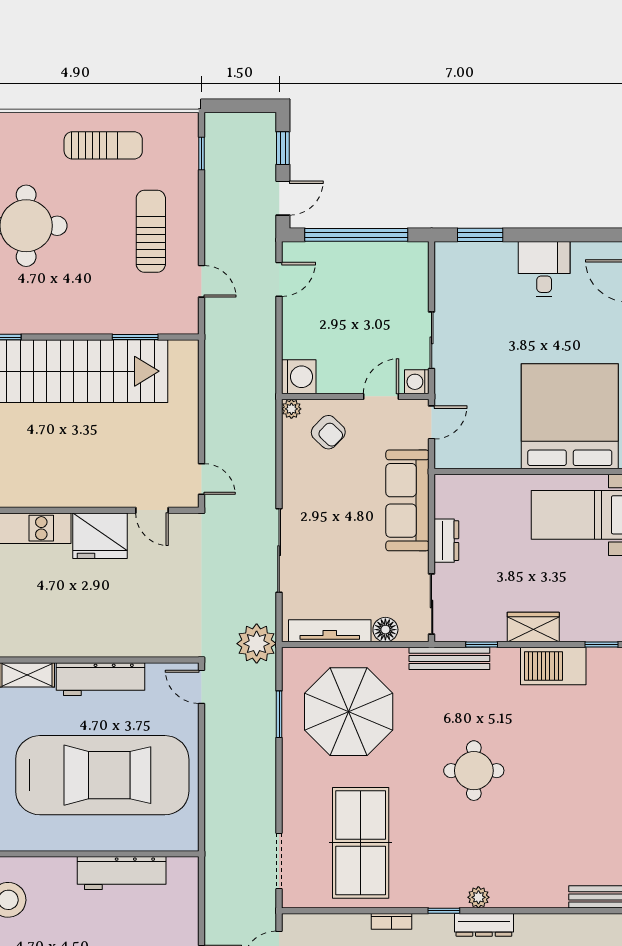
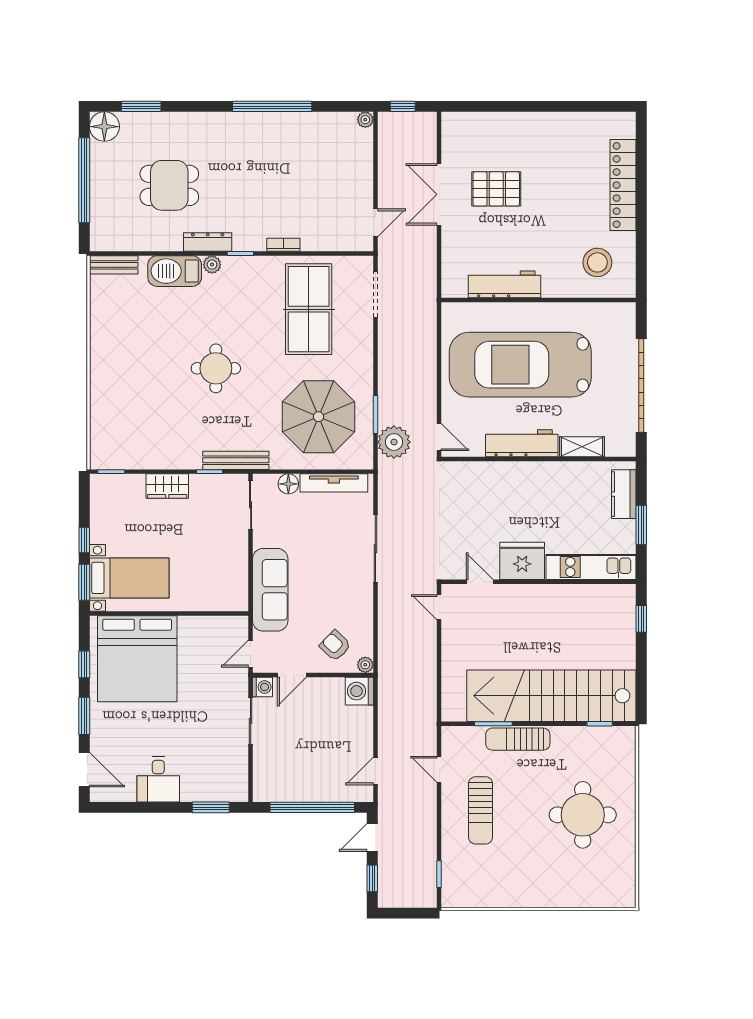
sun lounger: (103, 145) -> (518, 739), moved
dresser: (446, 541) -> (238, 557), removed
plant: (257, 644) -> (394, 442), moved
barbecue: (553, 666) -> (175, 271), moved, turned 180

